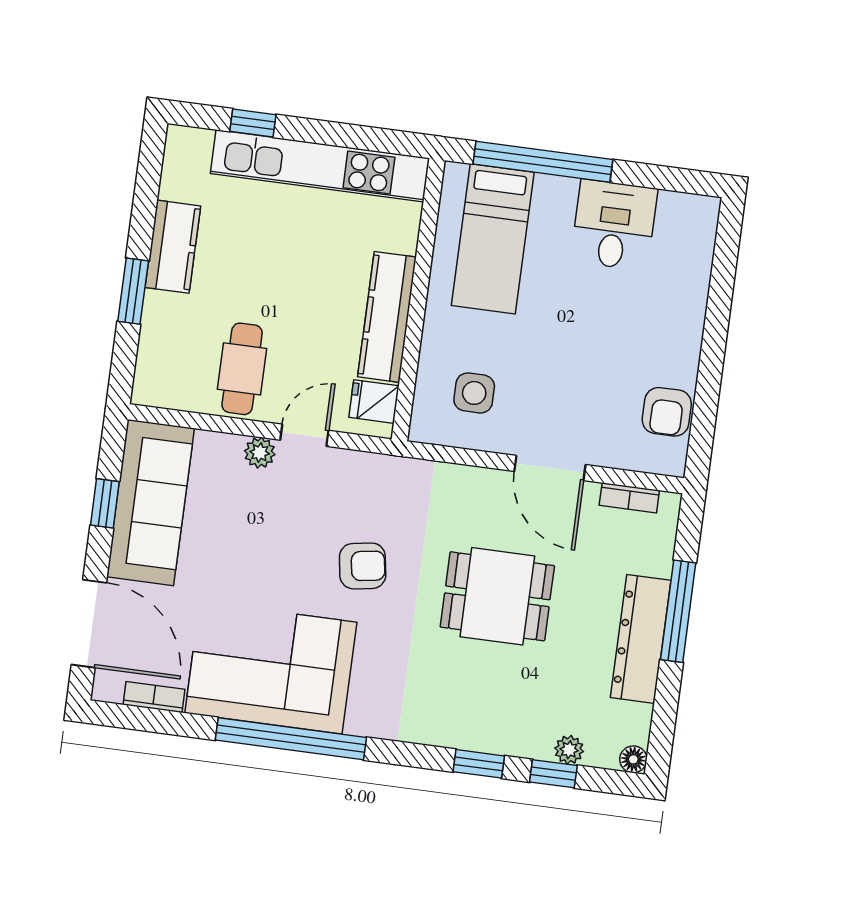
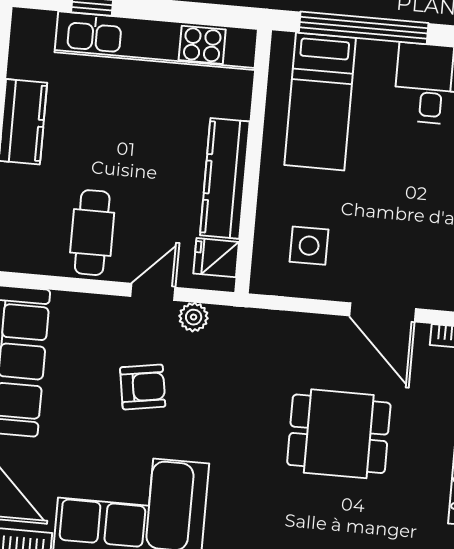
plant: (260, 453) -> (194, 317), moved
armchair: (363, 566) -> (143, 387), moved

